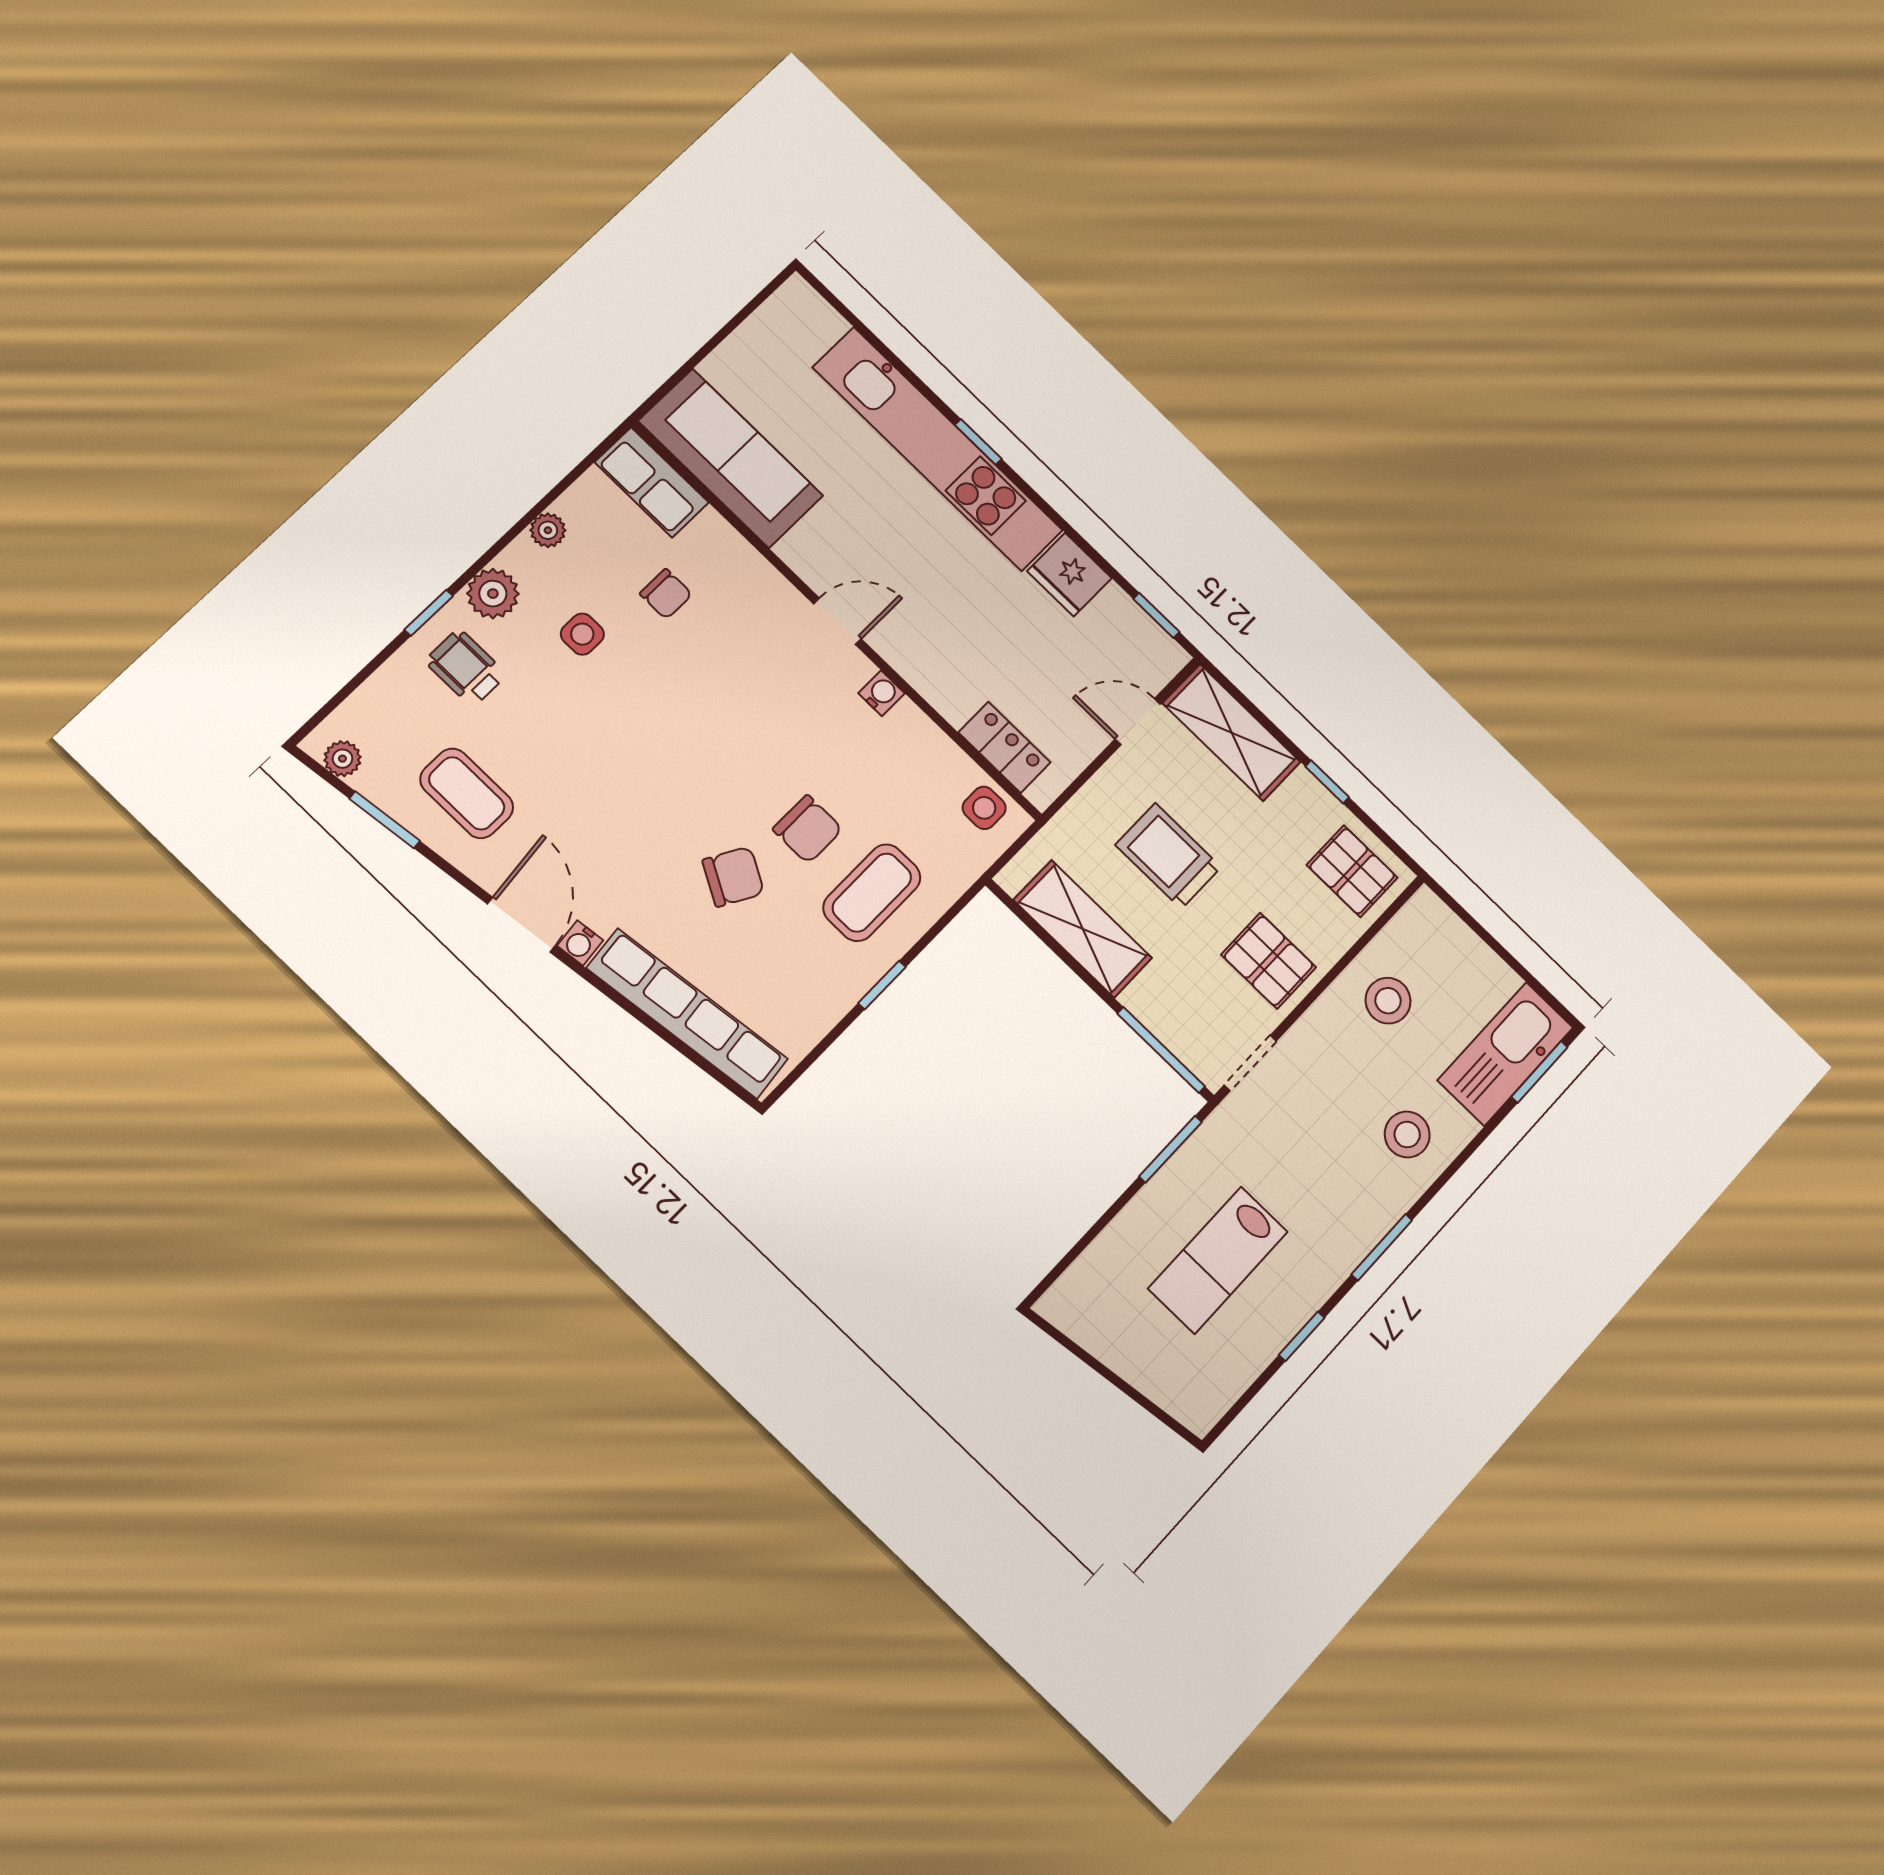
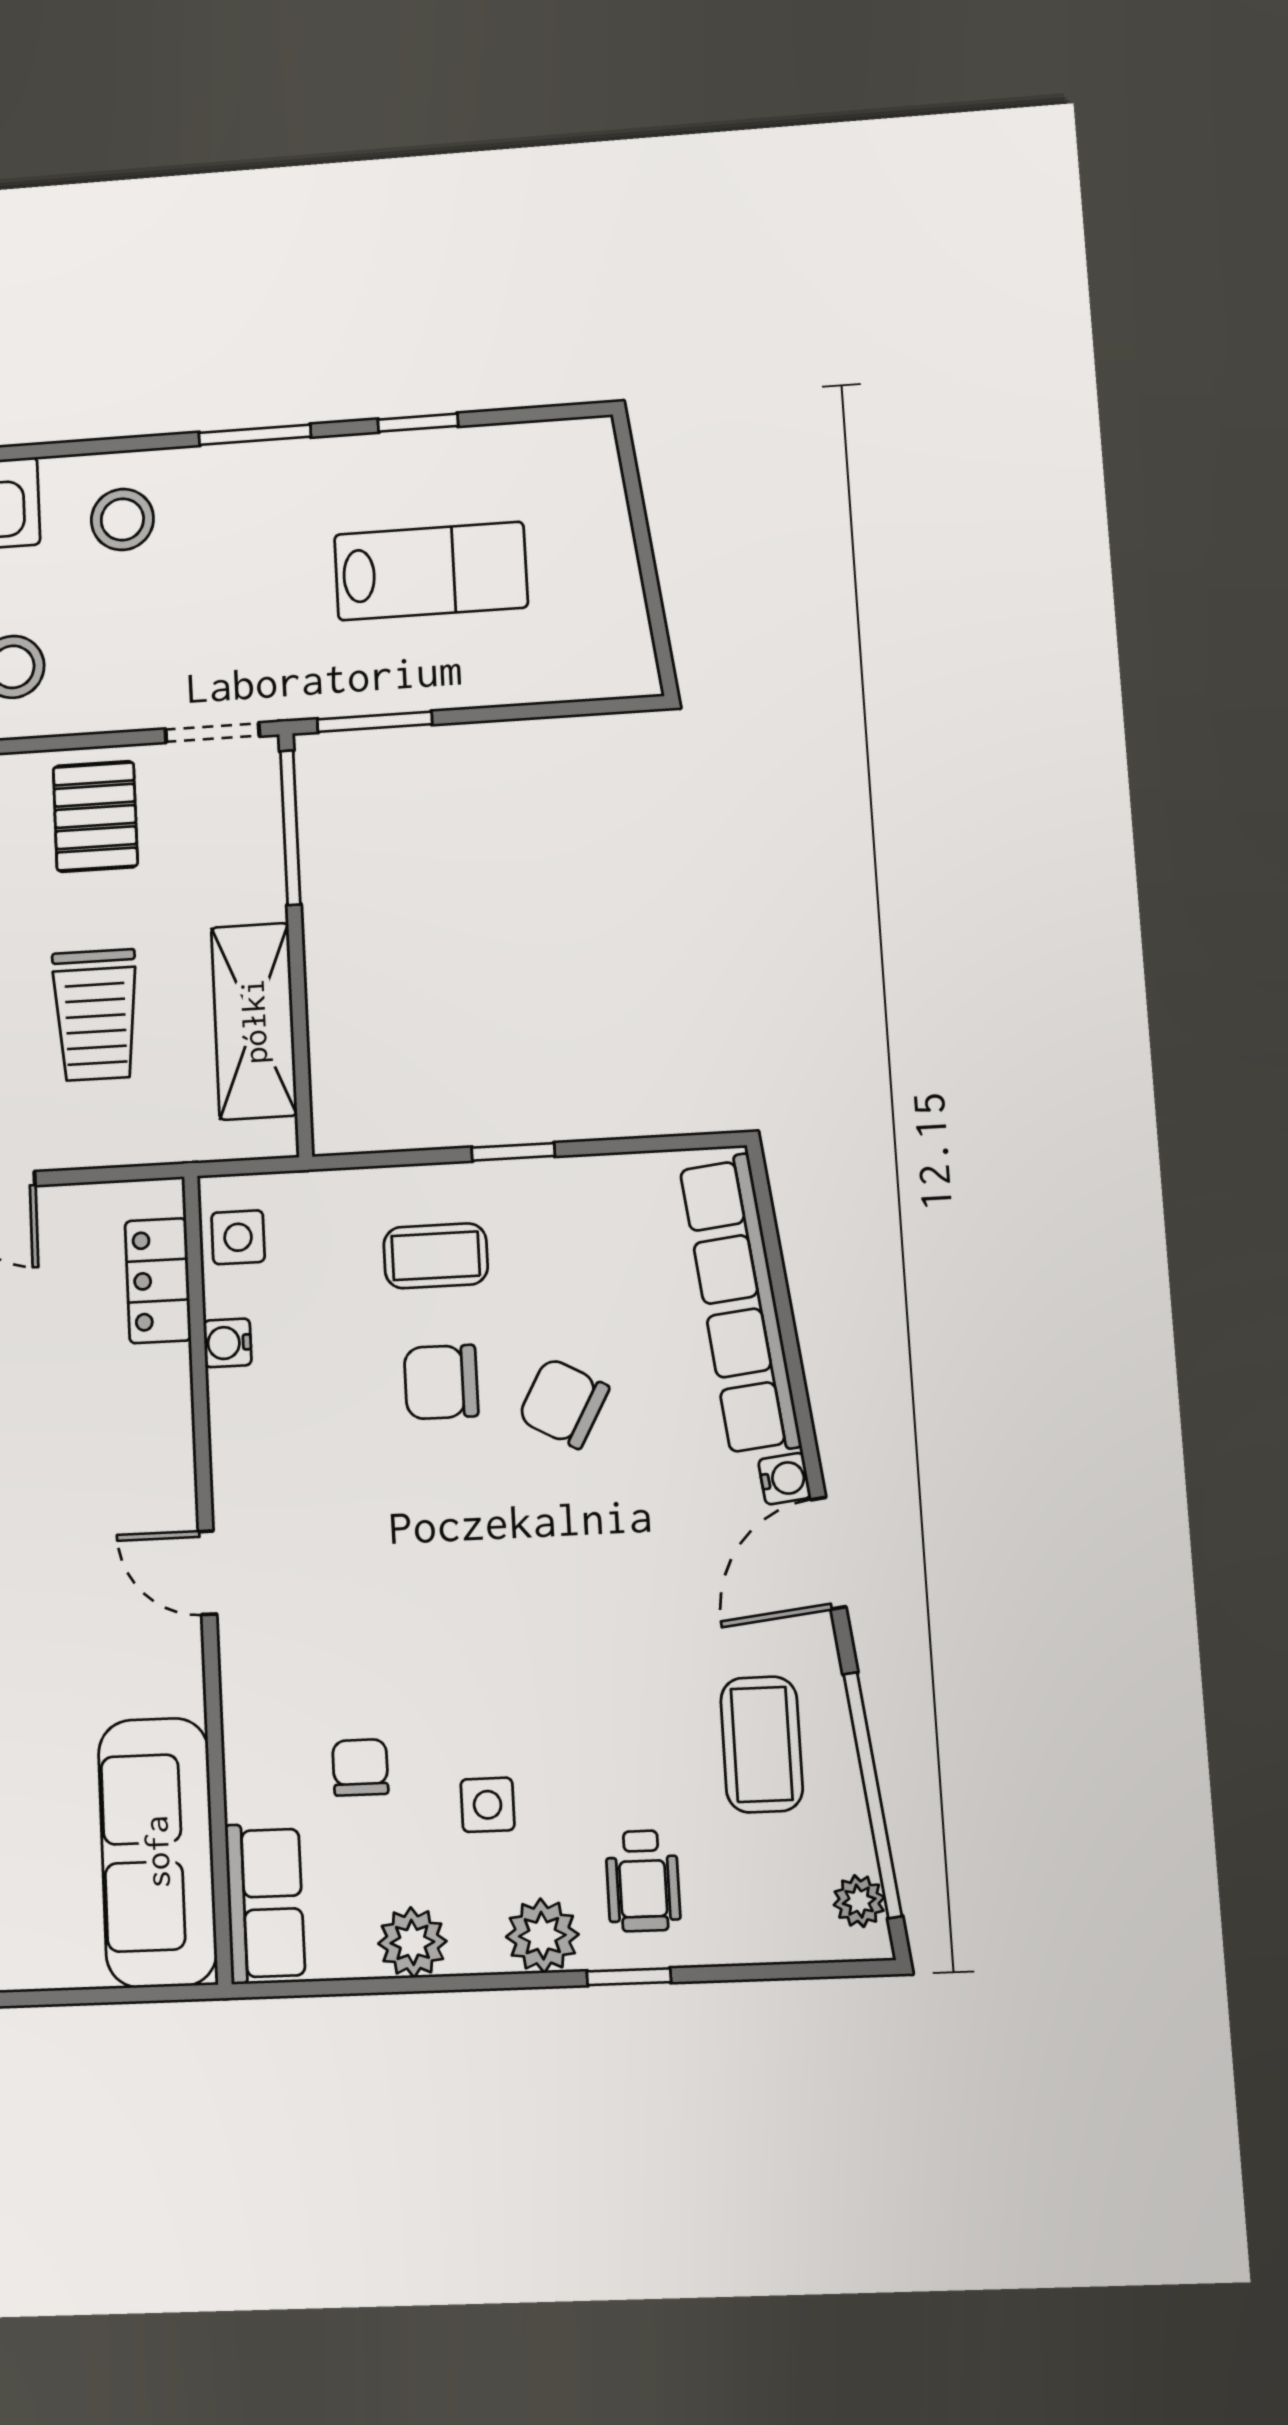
plant: (548, 530) -> (412, 1942), width x1.38, depth x1.38
water cooler: (882, 693) -> (227, 1343), moved
window: (385, 820) -> (873, 1795), width x2.11
chair: (808, 829) -> (441, 1382), turned -90
coffee table: (872, 893) -> (436, 1256), width x0.73, depth x0.77

